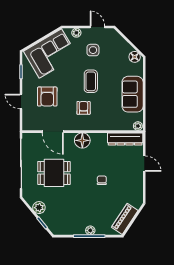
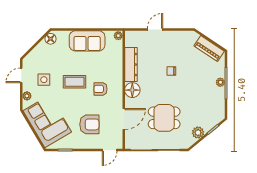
door: (21, 101) -> (110, 150), moved
dresser: (125, 139) -> (131, 65), moved
dining table: (54, 173) -> (164, 118), turned 90

